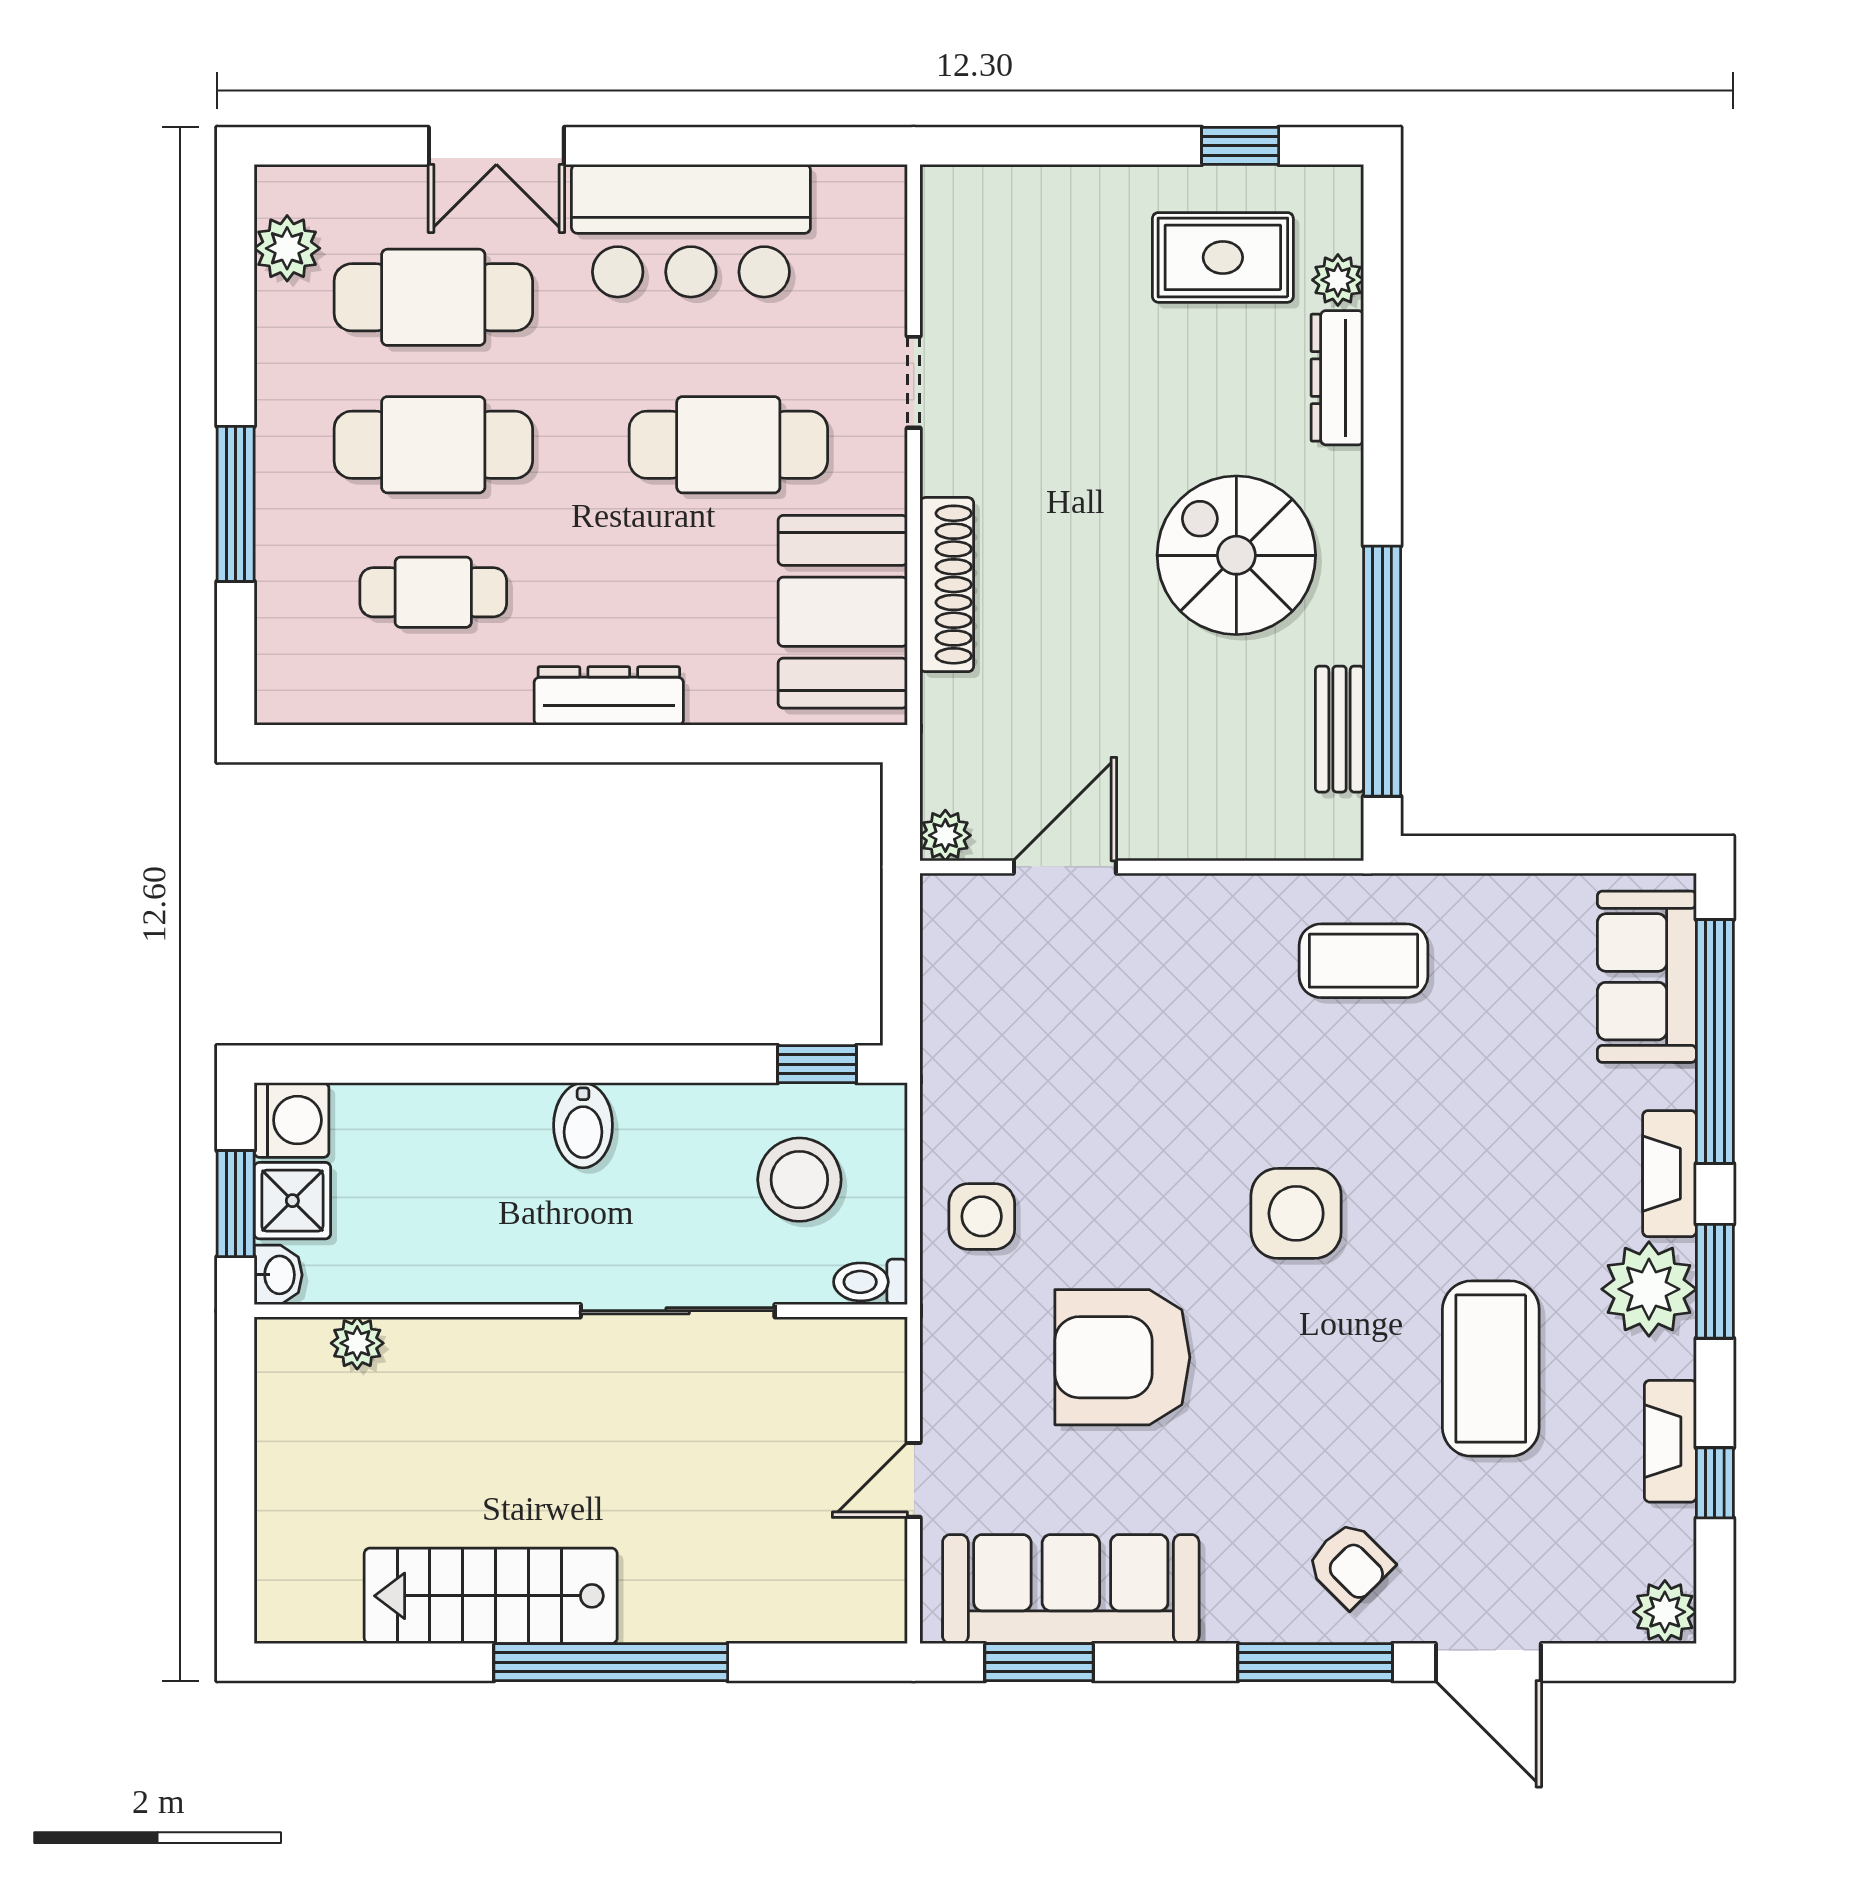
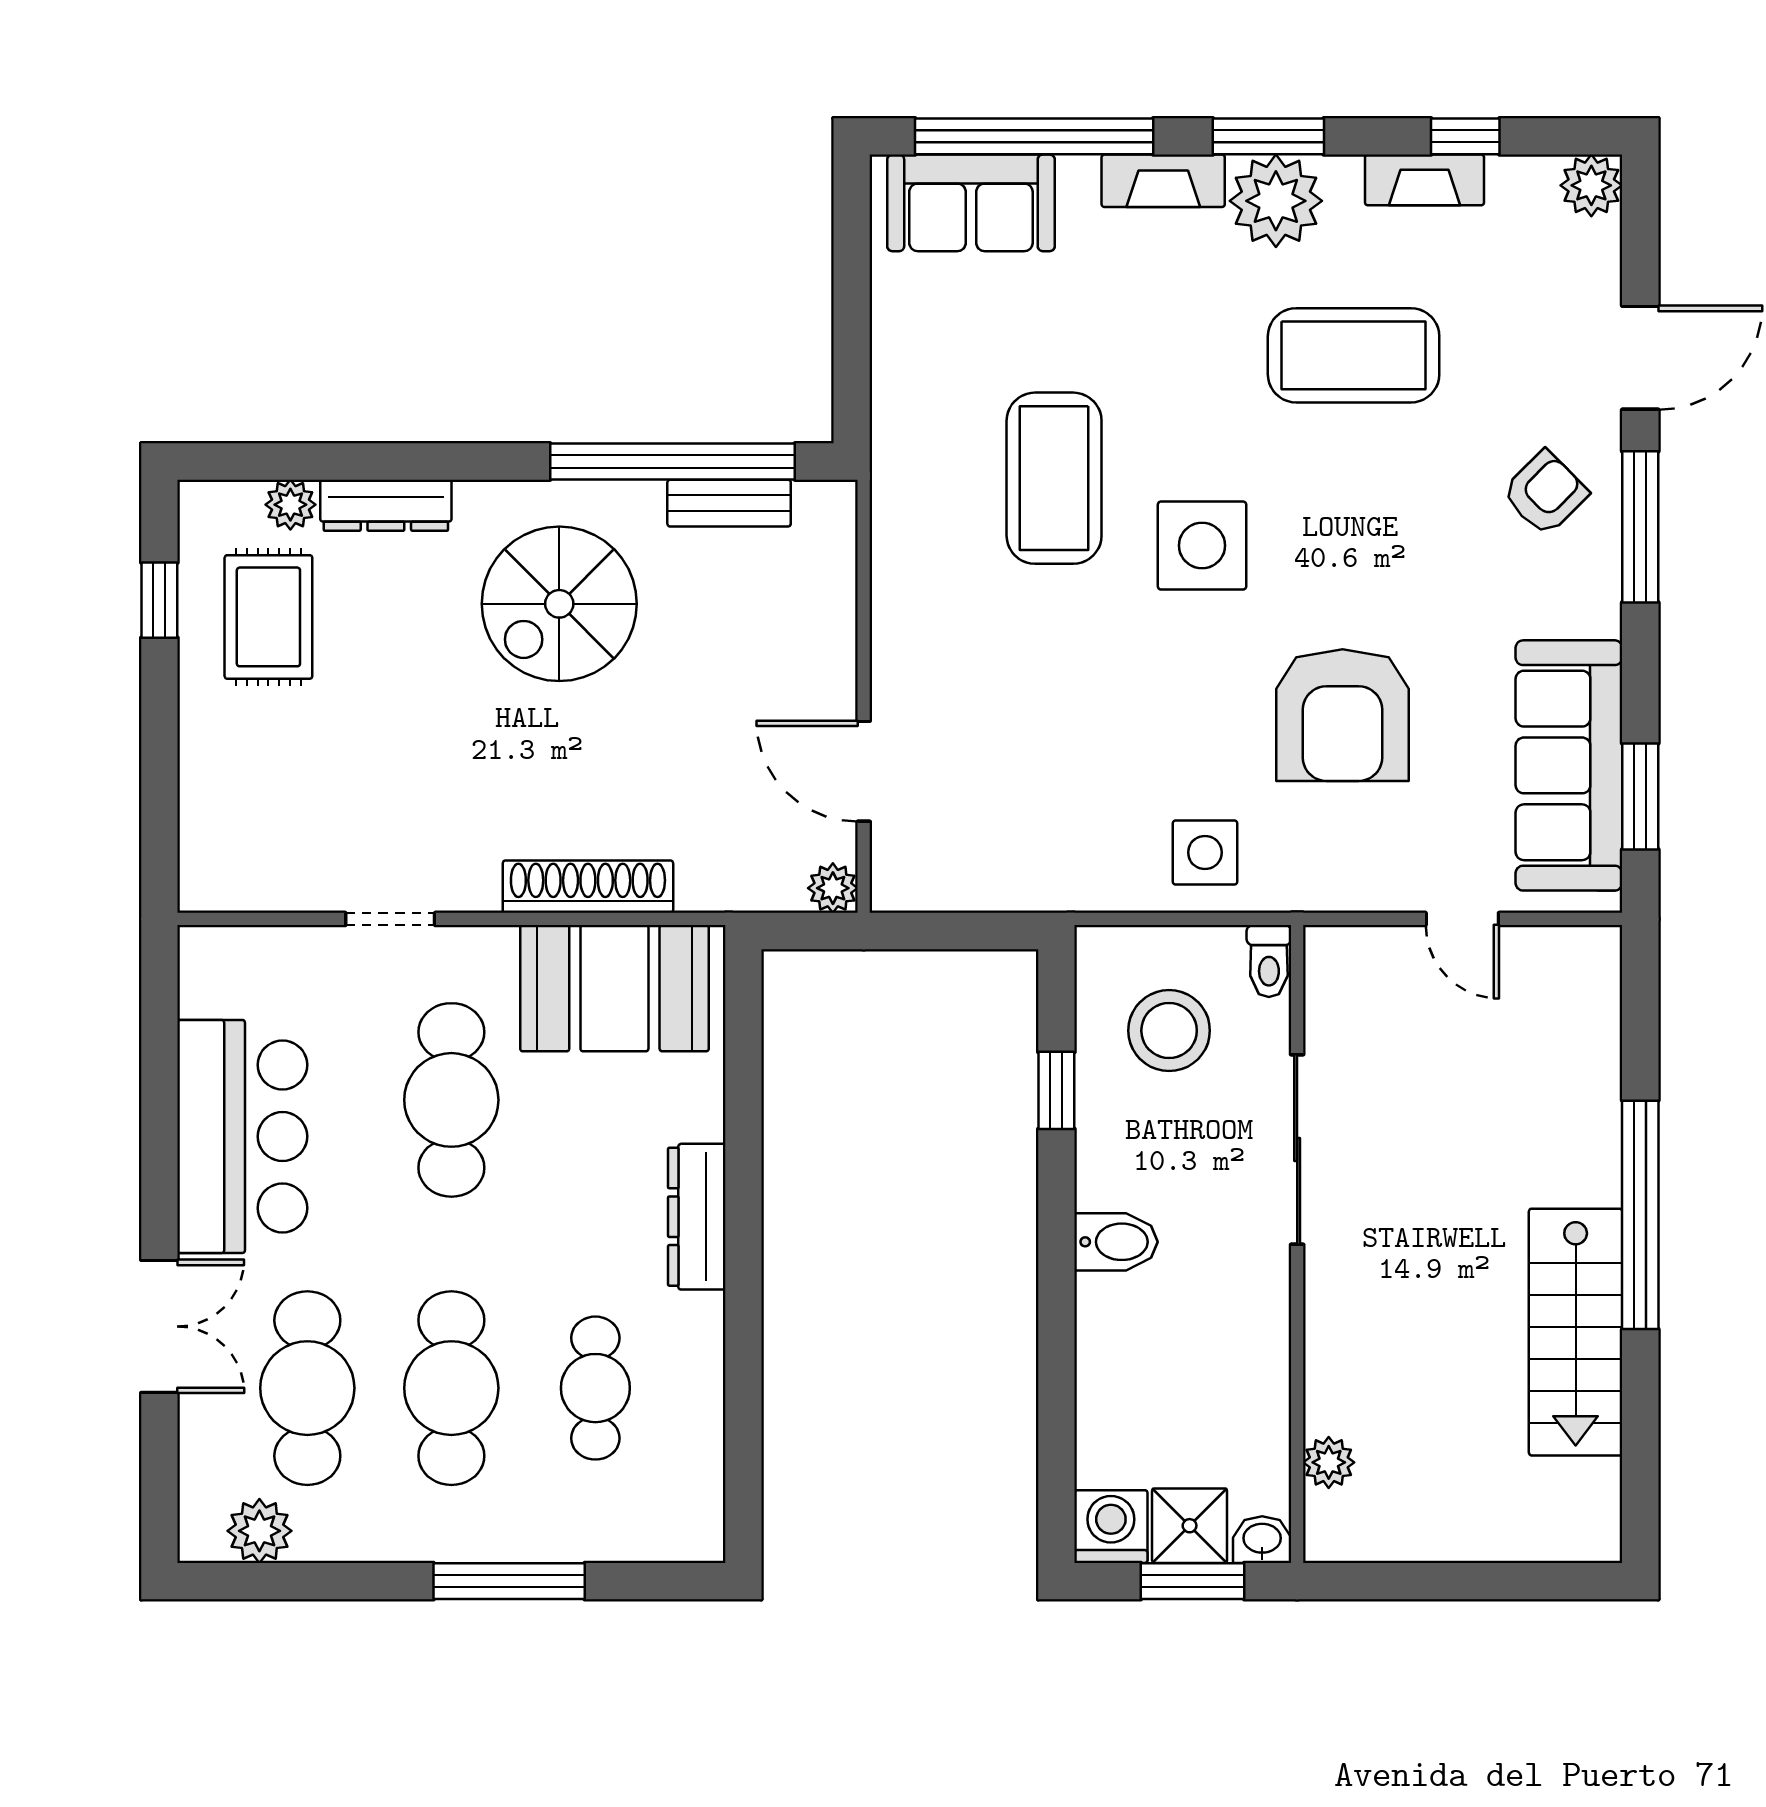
coffee table: (1363, 961) -> (1054, 478), moved, width x1.36, depth x1.32
window: (817, 1064) -> (1056, 1090), moved

